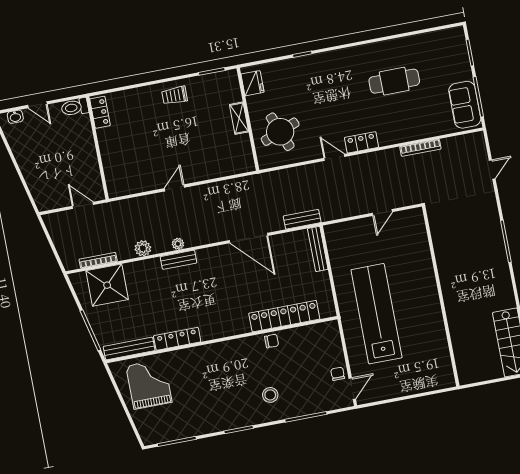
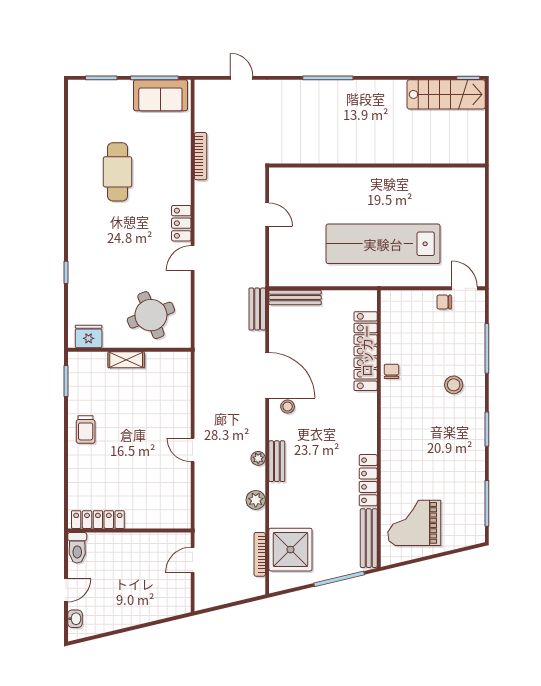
locker: (100, 112) -> (98, 520), width x1.53
door: (249, 238) -> (267, 375), hinge flipped
stool: (226, 260) -> (288, 407), added

